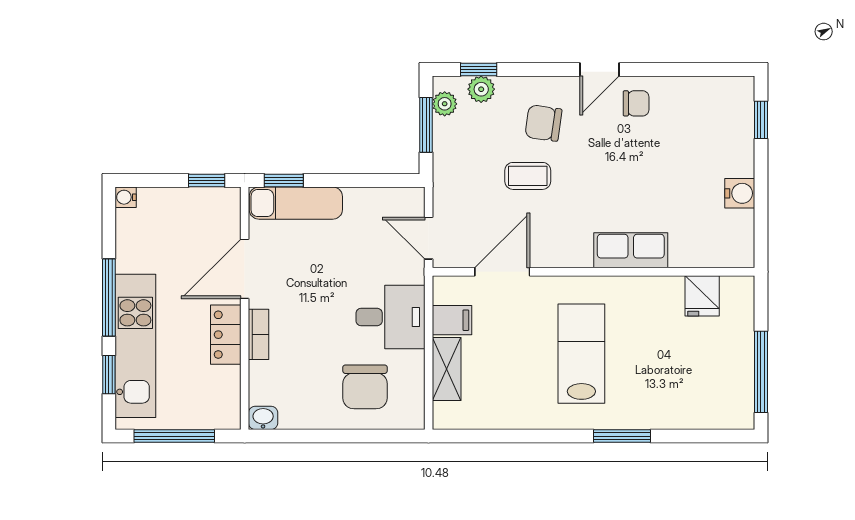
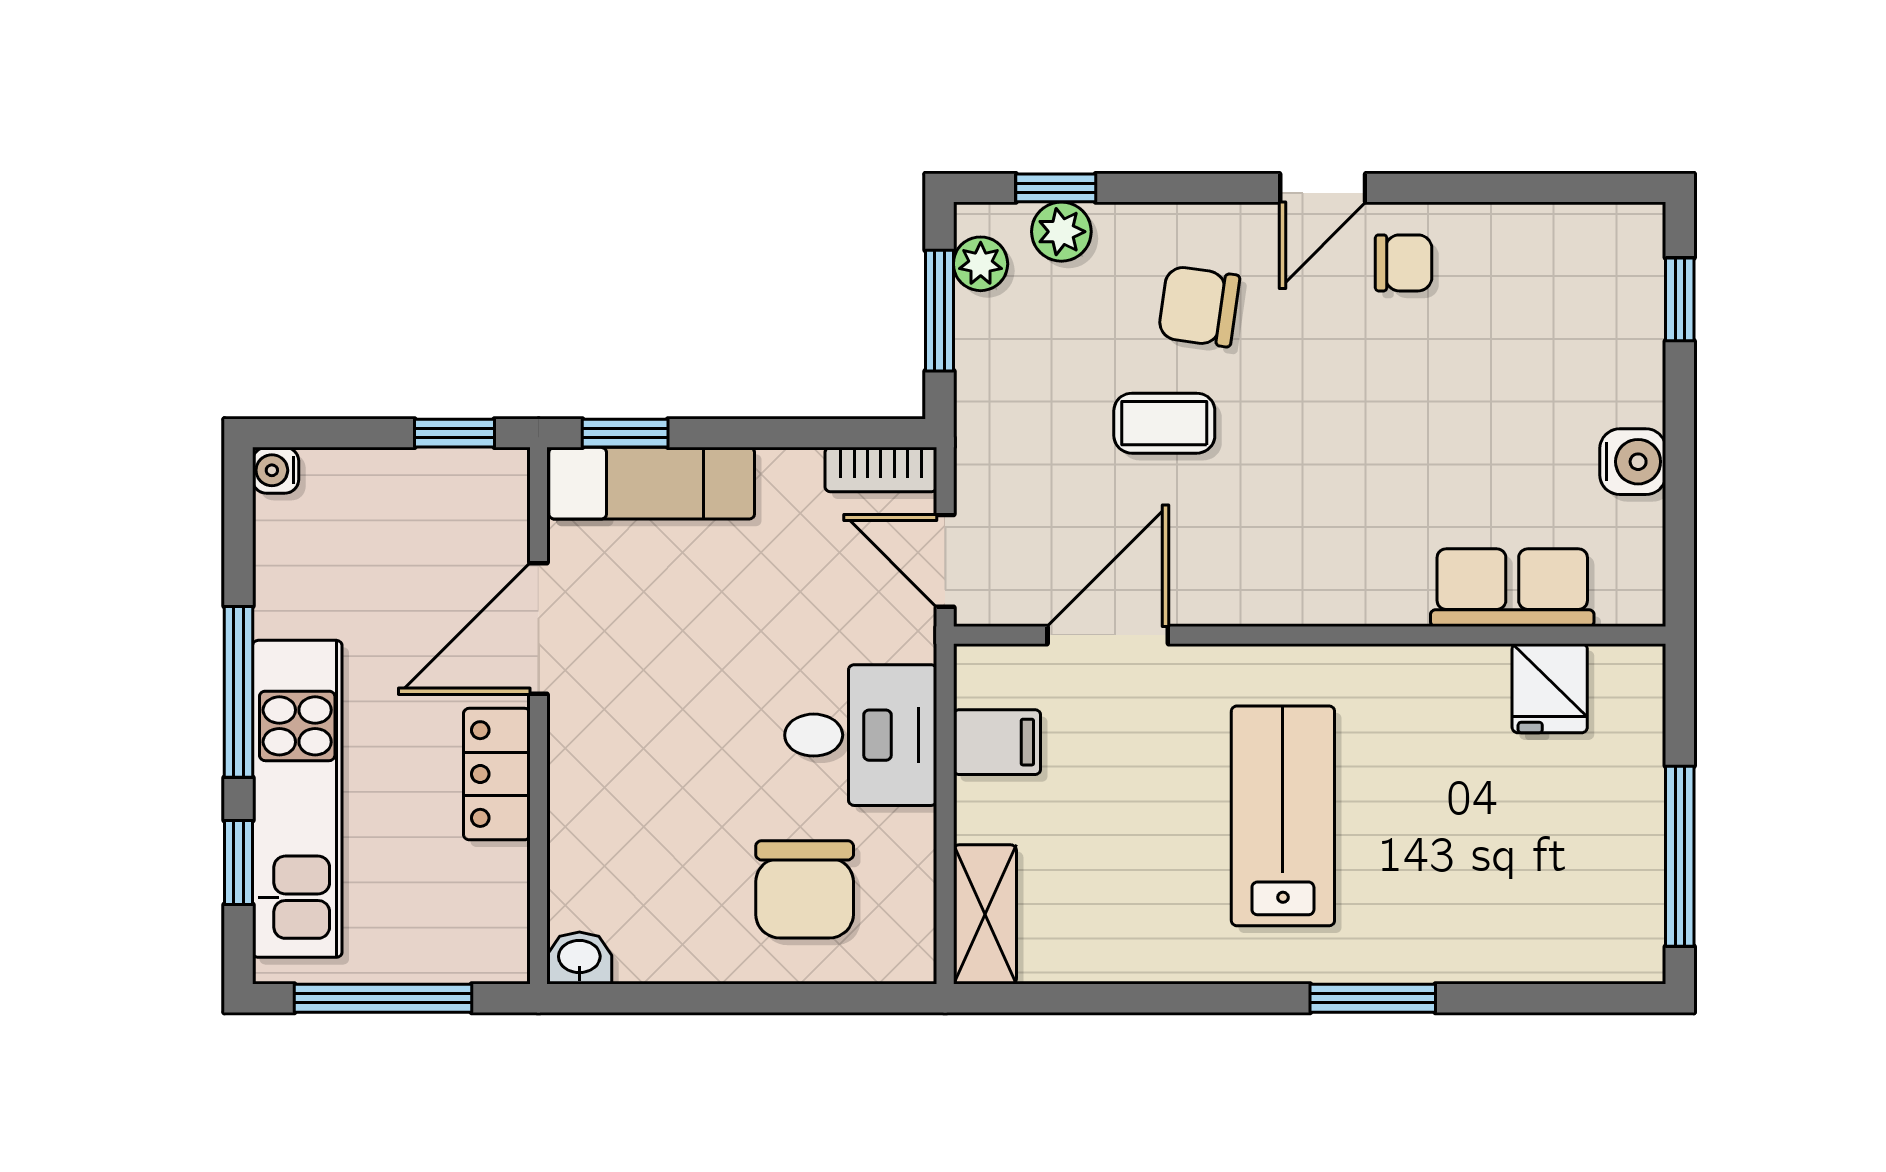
row of seats: (631, 250) -> (1512, 588), moved
bookcase: (259, 334) -> (881, 470), moved, turned 90
shelving: (447, 369) -> (985, 914), moved

